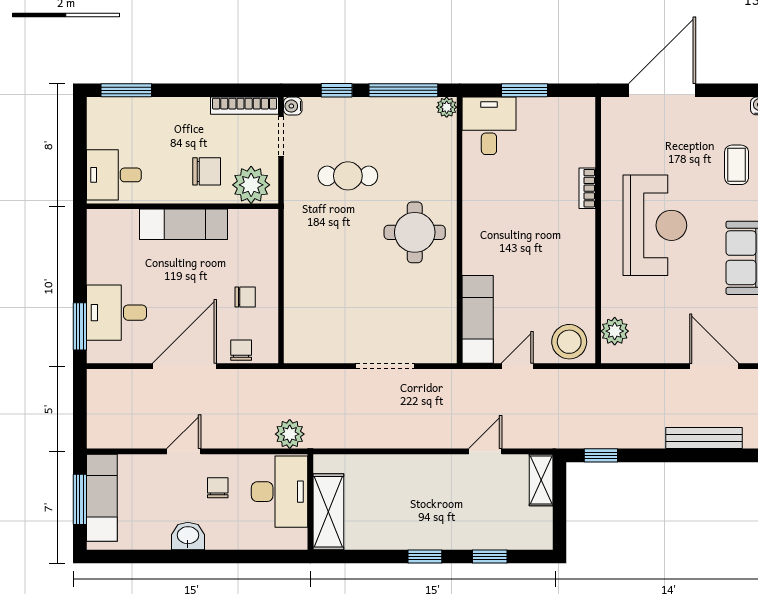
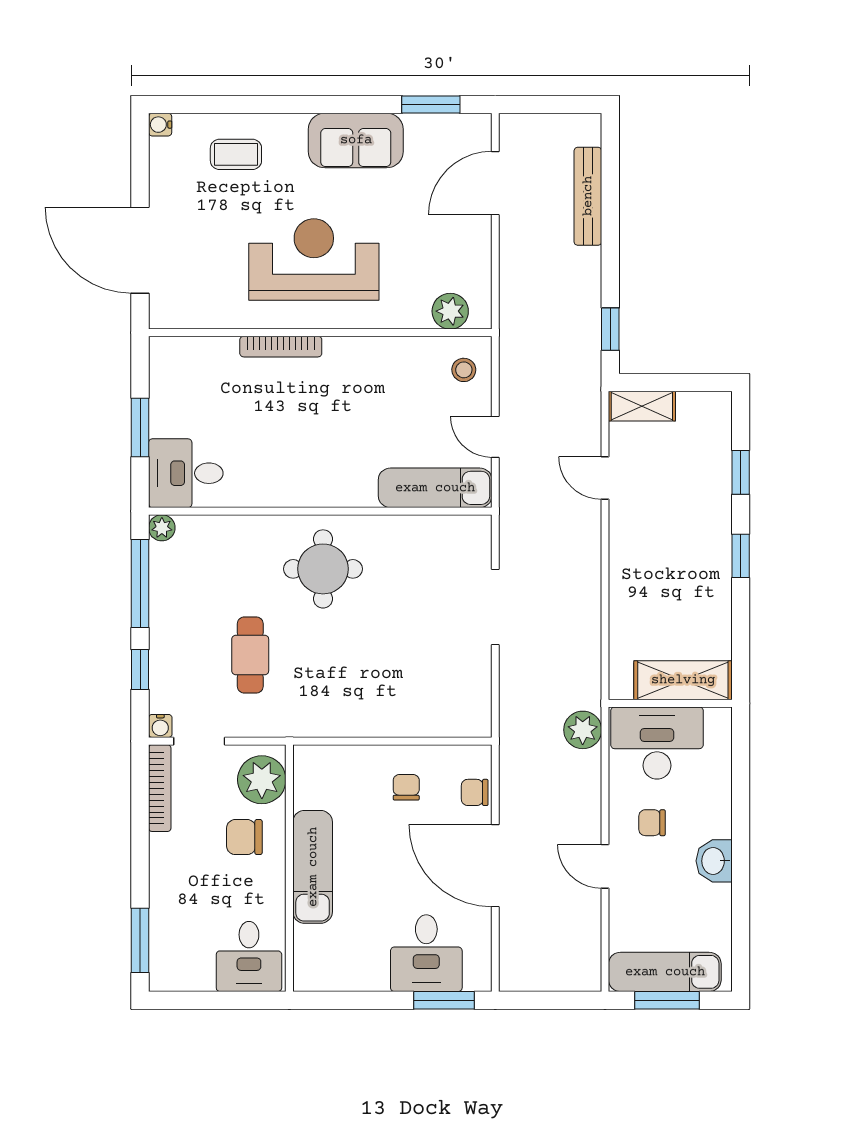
chair: (207, 171) -> (244, 837), turned -90
bookcase: (587, 188) -> (281, 347), width x1.56
stool: (569, 342) -> (464, 370), width x0.53, depth x0.53

